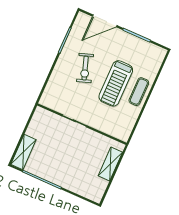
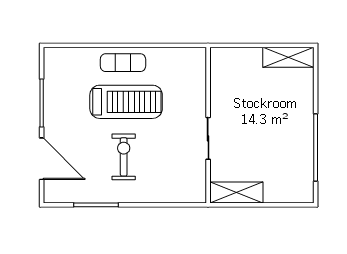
exercise bike: (85, 68) -> (124, 157), turned -71
shelving: (23, 152) -> (236, 193), moved
shelving: (110, 164) -> (288, 57), moved

